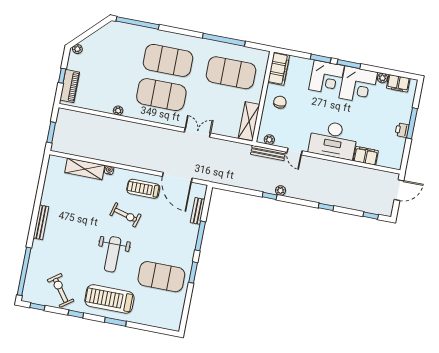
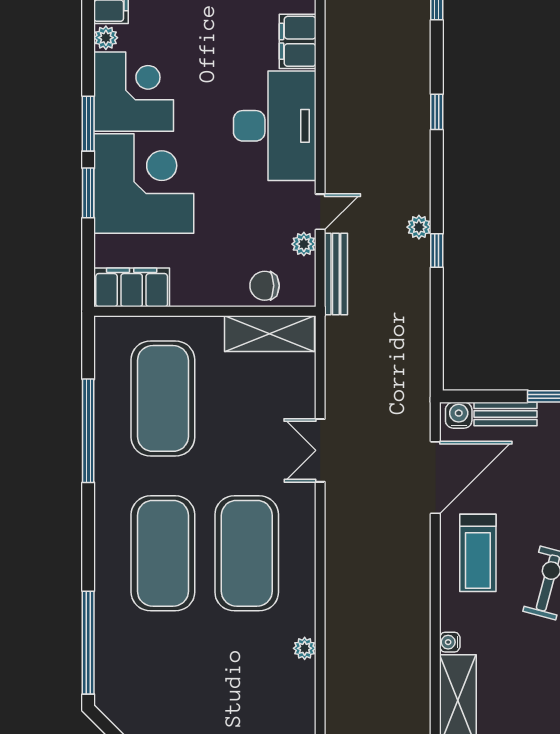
corner desk: (326, 78) -> (144, 184), width x1.36, depth x1.36
chair: (280, 102) -> (265, 286), moved
plant: (269, 140) -> (304, 244), moved
water cooler: (201, 192) -> (459, 415), added

